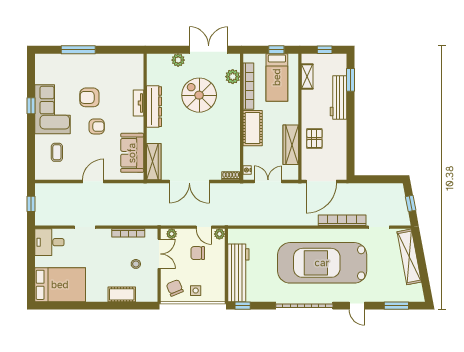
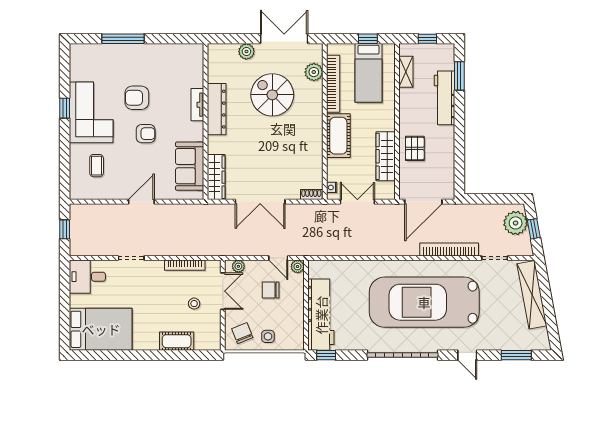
plant: (396, 199) -> (516, 223), added

